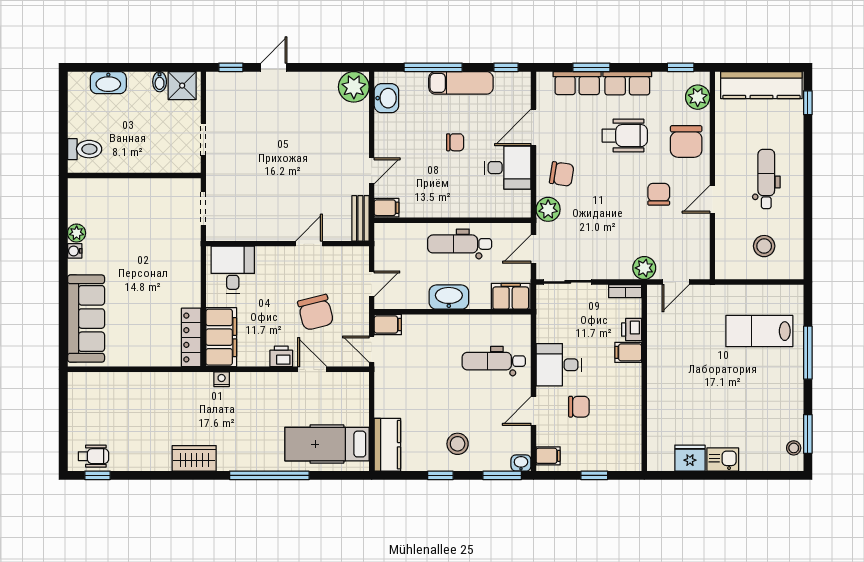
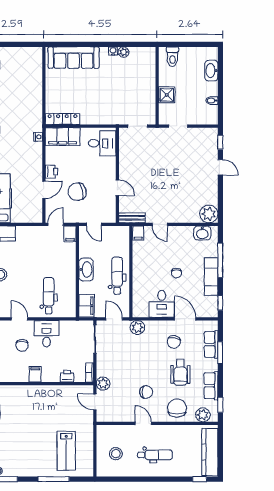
row of seats: (627, 83) -> (211, 386), moved
shower: (182, 86) -> (167, 95), moved
chair: (686, 141) -> (177, 408), turned 90
chair: (562, 174) -> (174, 342), moved
lab bench: (759, 331) -> (66, 451), turned 180
filing cabinet: (628, 352) -> (35, 374), moved

